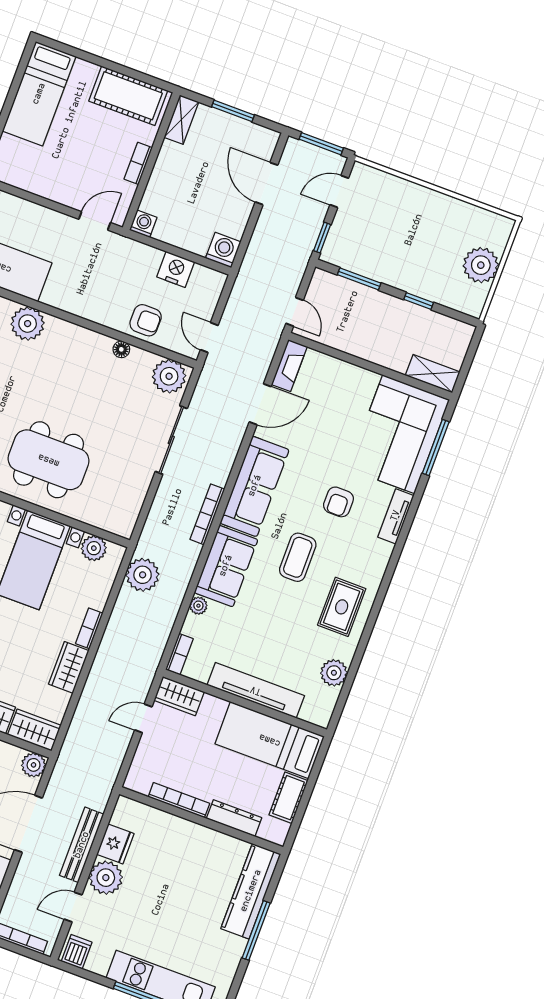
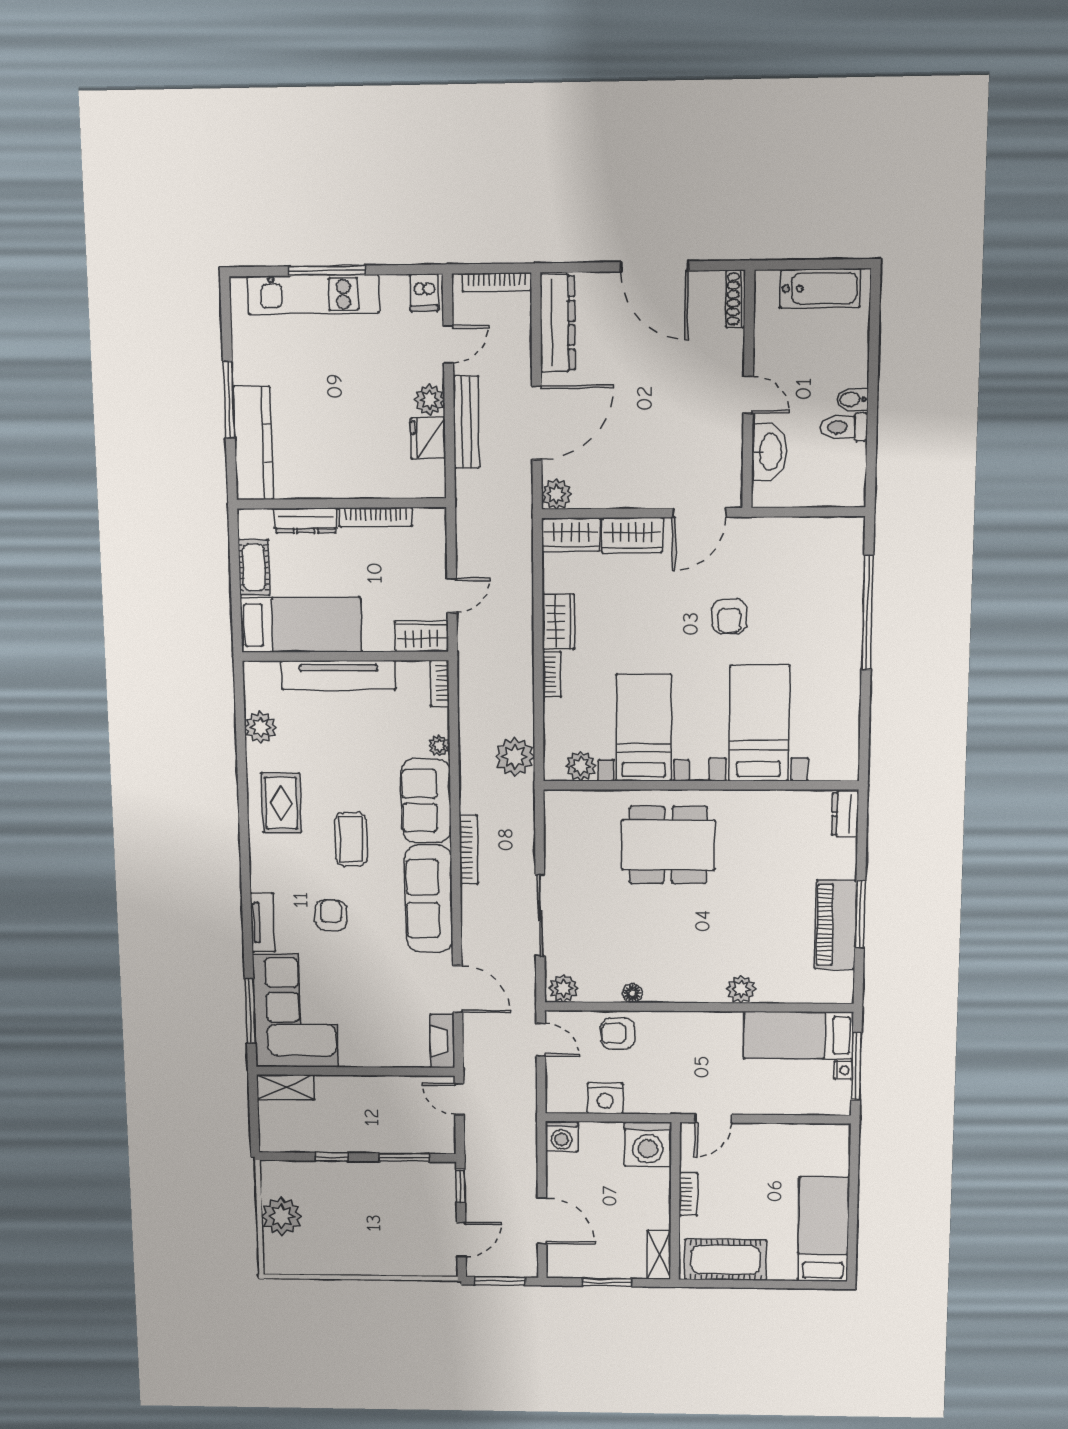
washing machine: (143, 224) -> (648, 1144), width x1.89, depth x1.89
plant: (28, 324) -> (741, 989), width x0.73, depth x0.73
plant: (169, 376) -> (564, 988), width x0.73, depth x0.73
door: (260, 404) -> (458, 989), swing flipped
plant: (106, 878) -> (430, 400), width x0.73, depth x0.73

